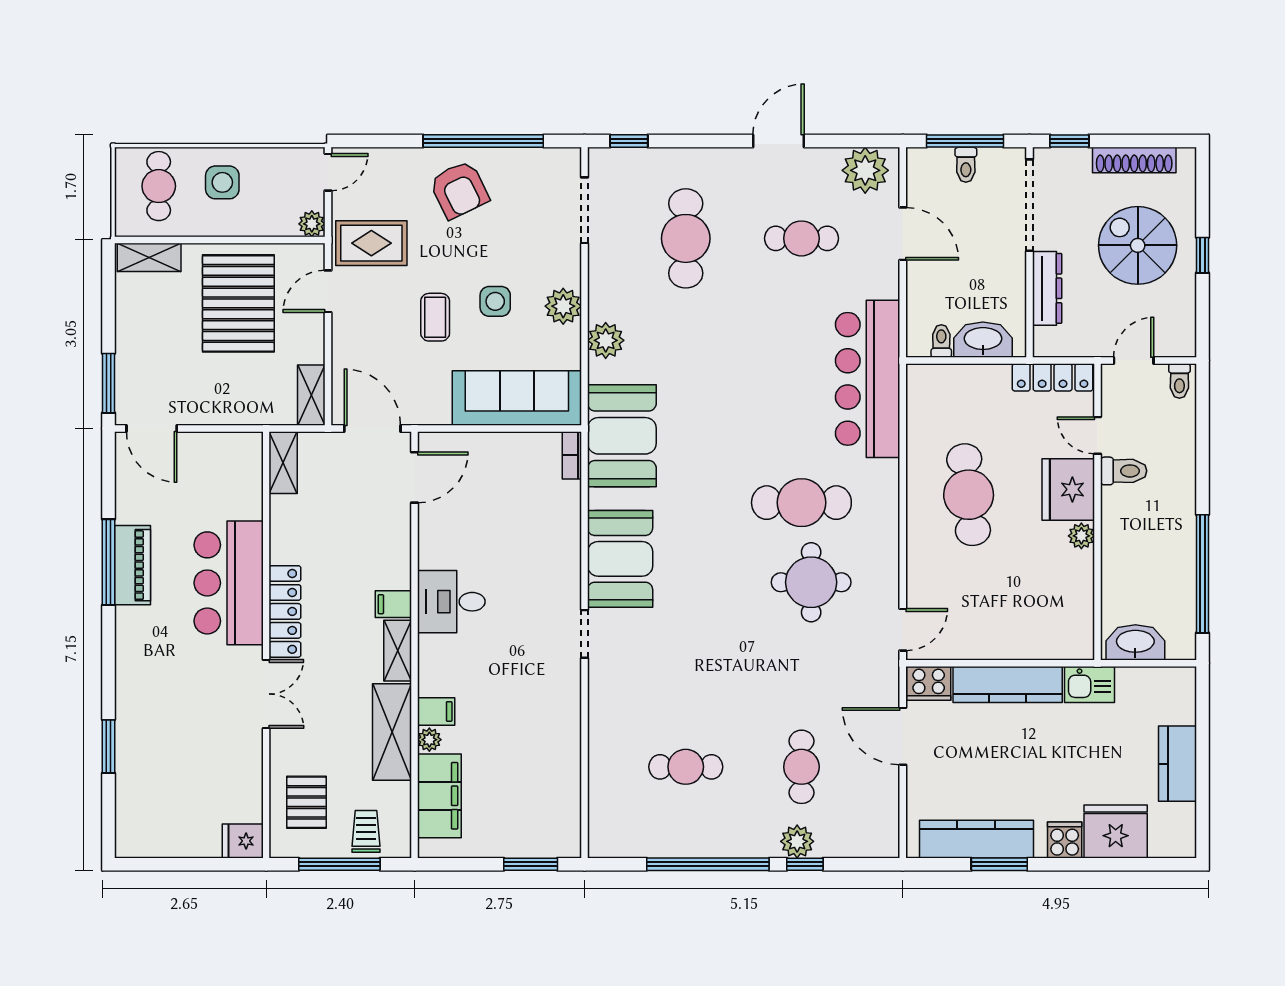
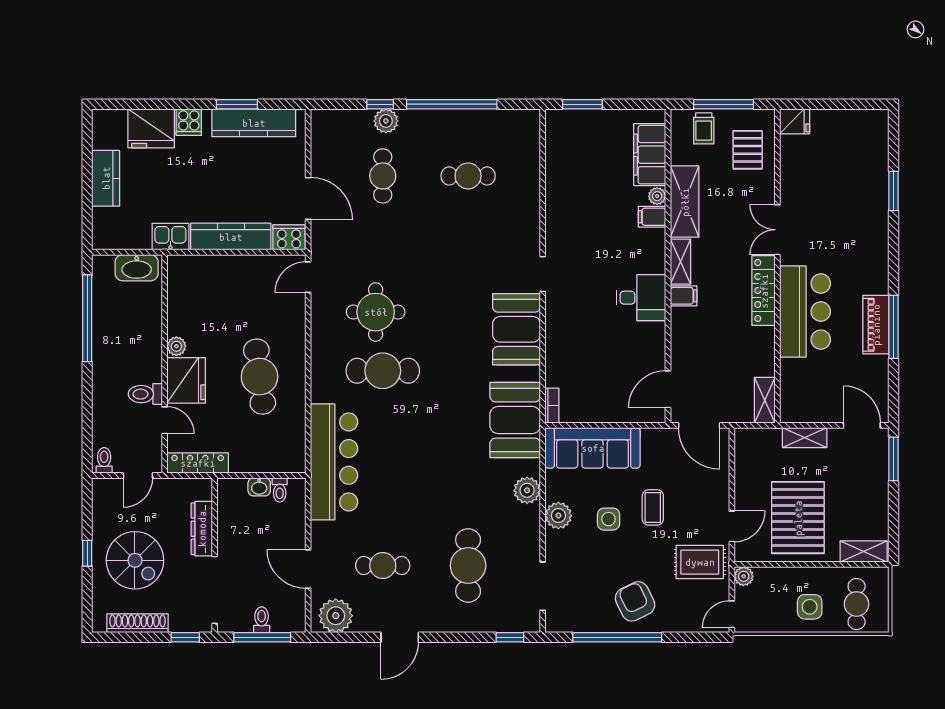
washbasin: (983, 340) -> (259, 487), width x0.52, depth x0.69
shelving: (311, 395) -> (805, 438), moved, turned 90

